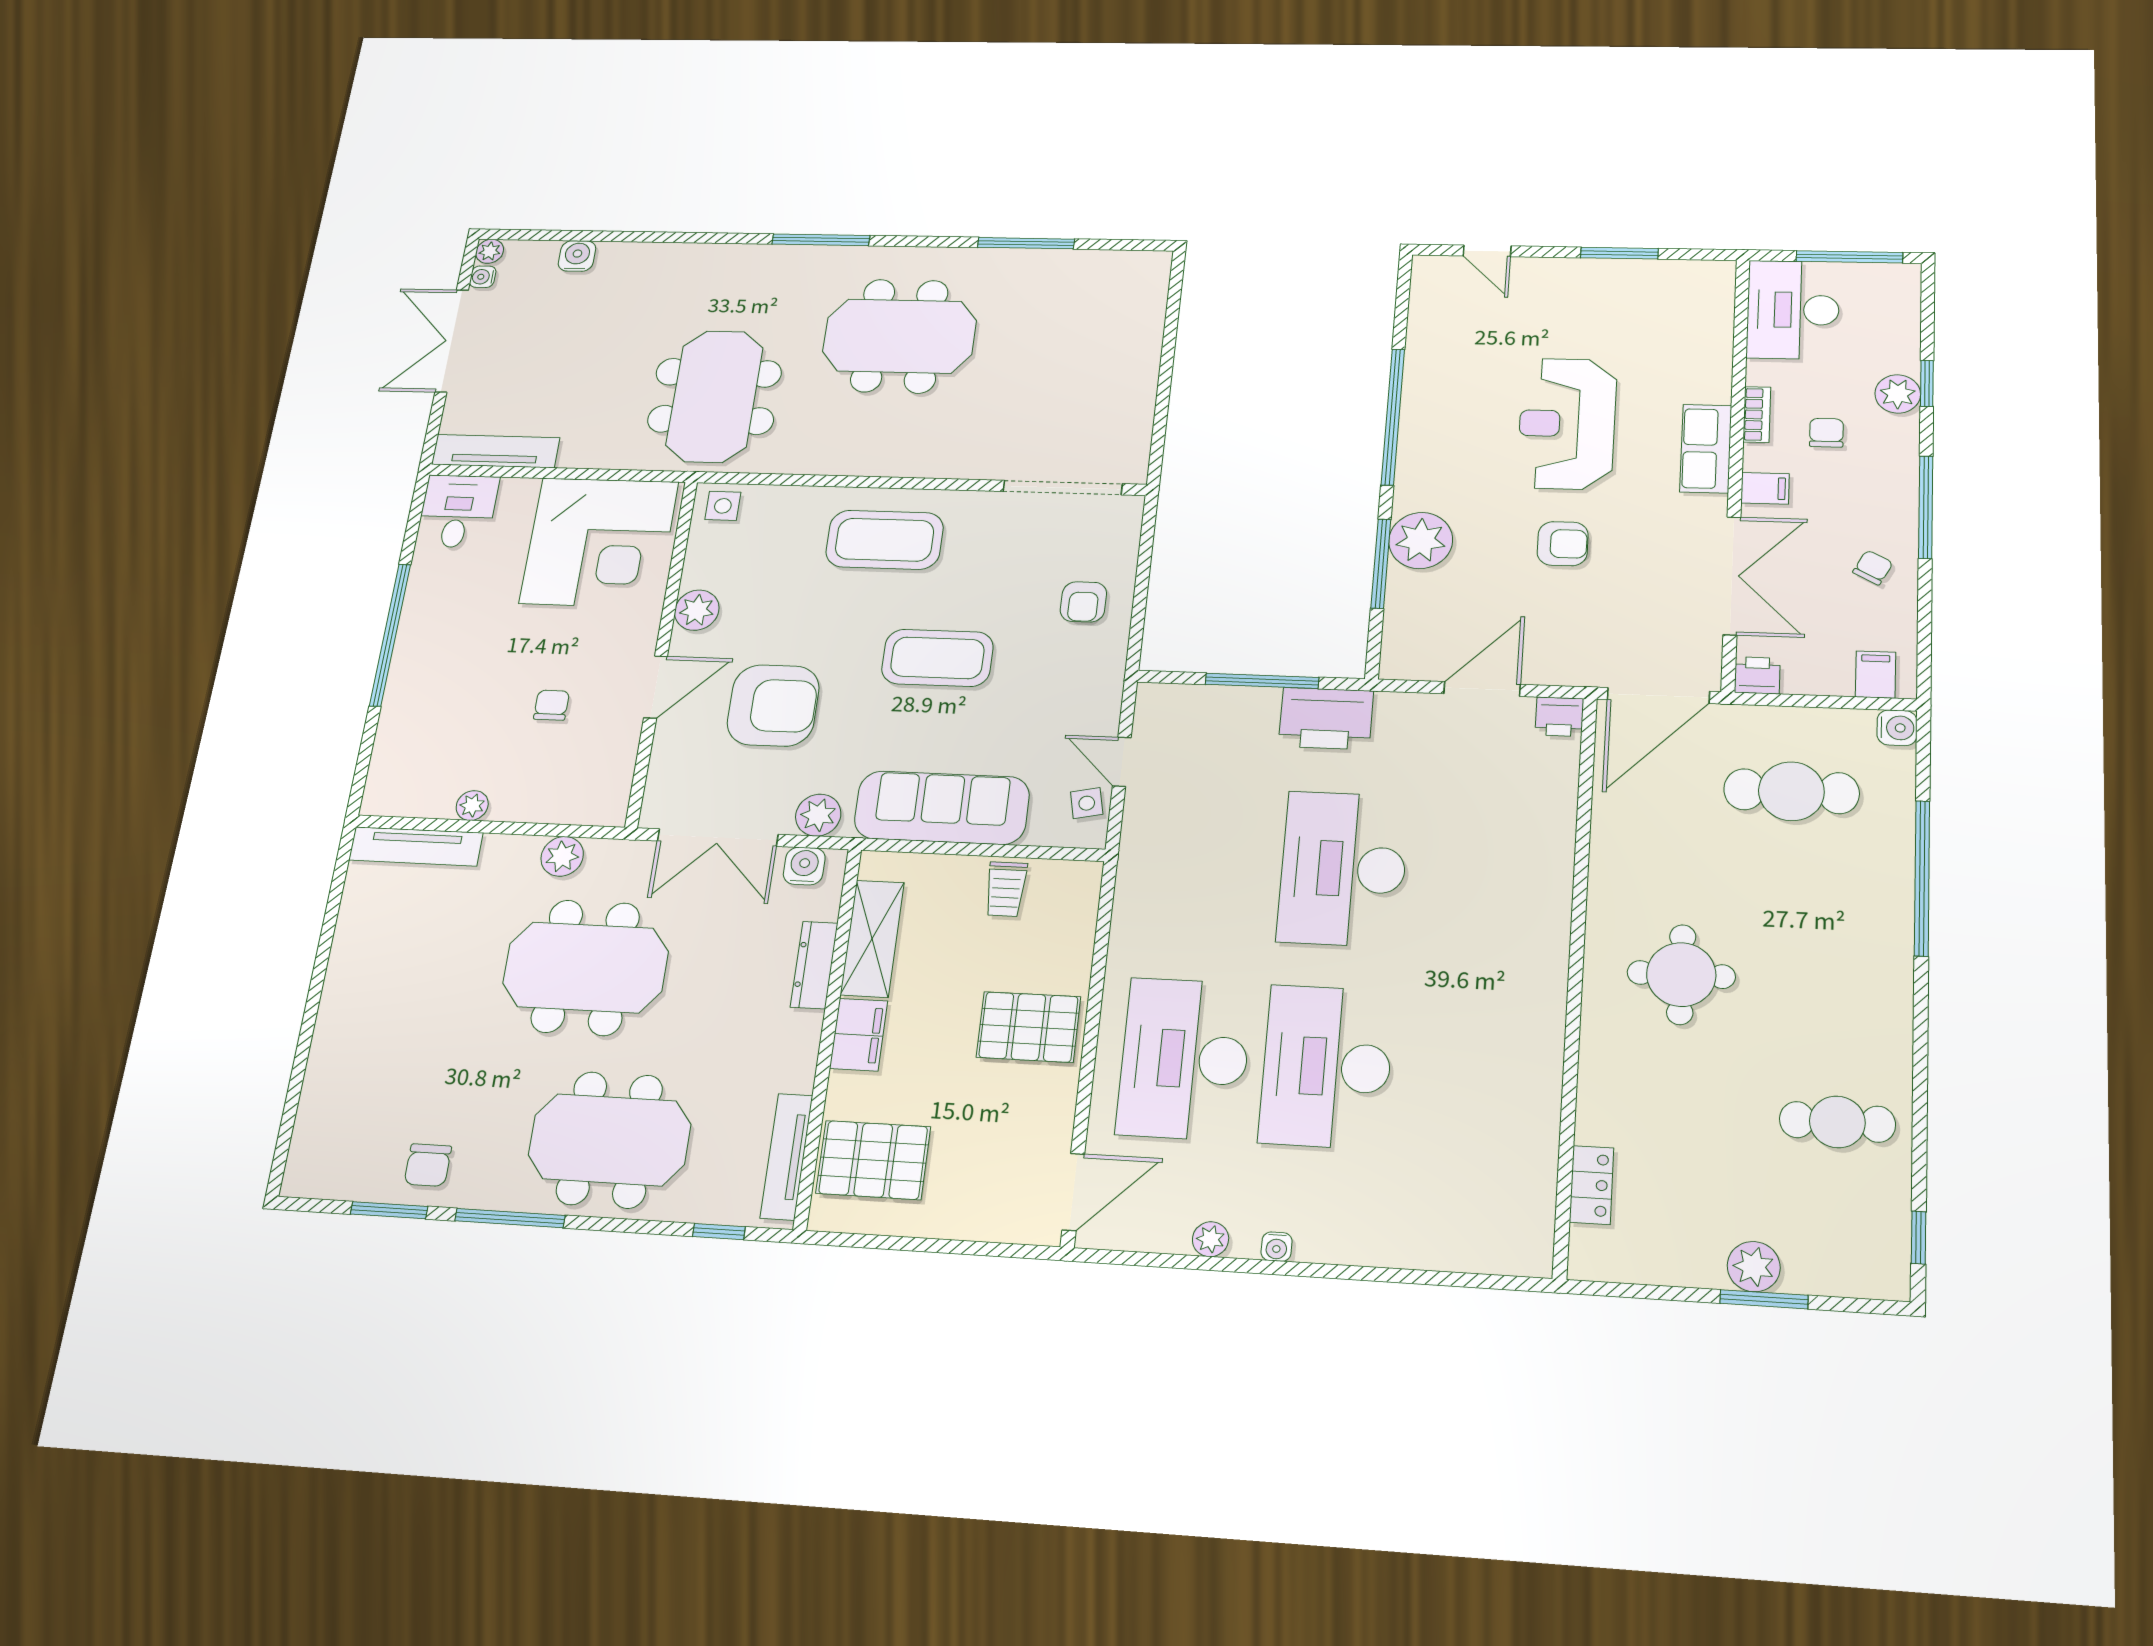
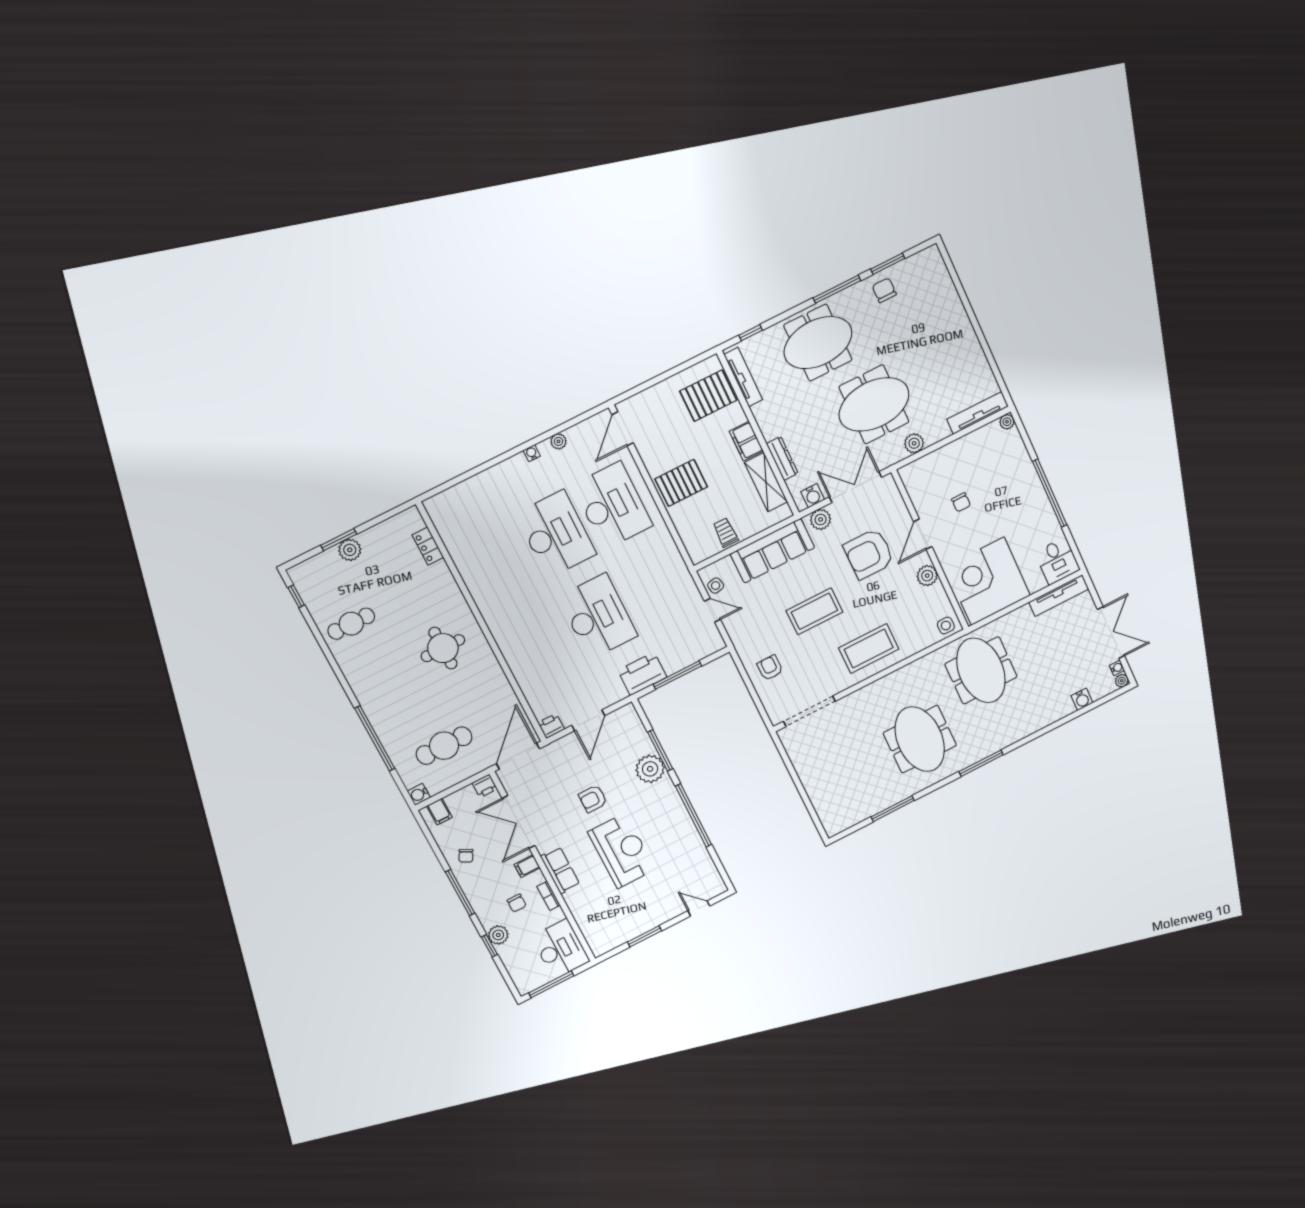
meeting table: (899, 336) -> (920, 739), turned 90
plant: (472, 805) -> (1007, 422), moved

